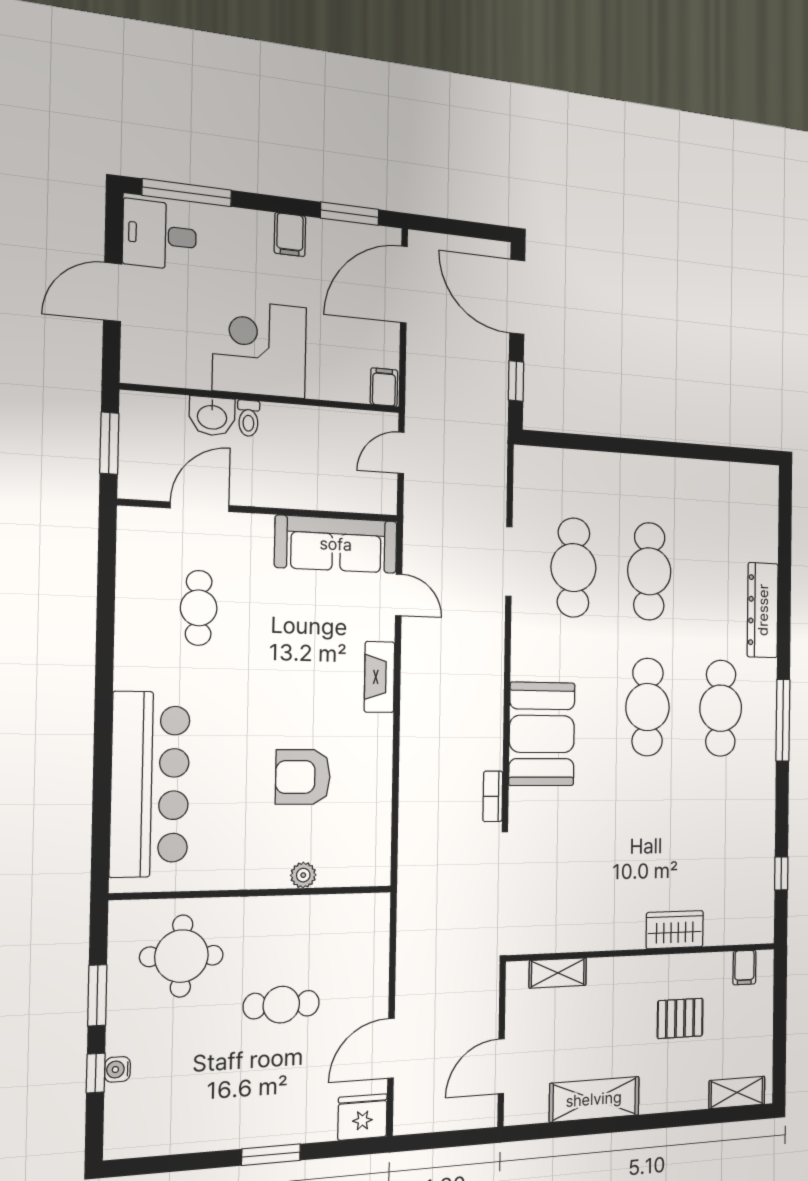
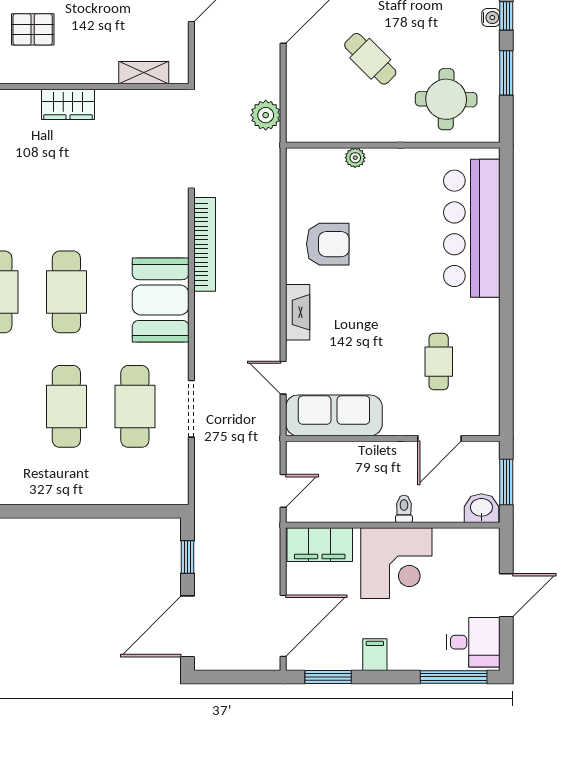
door: (517, 297) -> (188, 626), swing flipped
filing cabinet: (384, 387) -> (320, 545), width x3.00, depth x1.17
washbasin: (212, 416) -> (481, 508), moved
booth: (542, 734) -> (161, 300), moved
armchair: (303, 777) -> (328, 244), moved
bookcase: (493, 796) -> (205, 244), width x2.31, depth x1.31
plant: (415, 926) -> (266, 115), added
wardrobe: (675, 930) -> (68, 104), moved
cafe table: (281, 1005) -> (370, 59), turned 45

